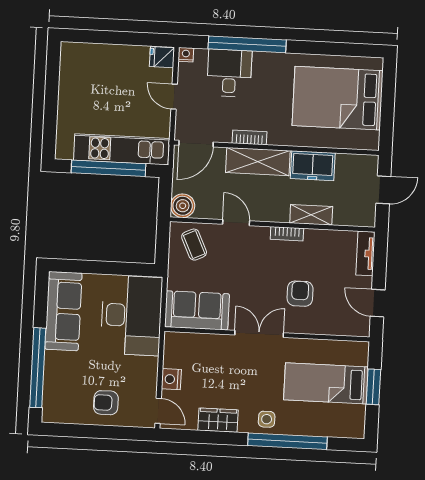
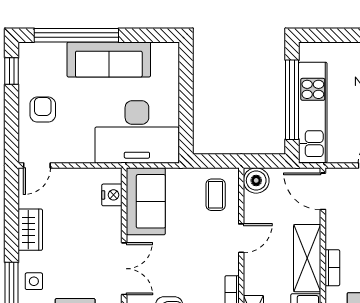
bookcase: (249, 137) -> (332, 268), moved
coffee table: (194, 245) -> (216, 195), turned -65
sofa: (63, 311) -> (109, 60), moved
nightstand: (171, 379) -> (112, 195), moved, turned 90
window: (68, 430) -> (12, 71), added

